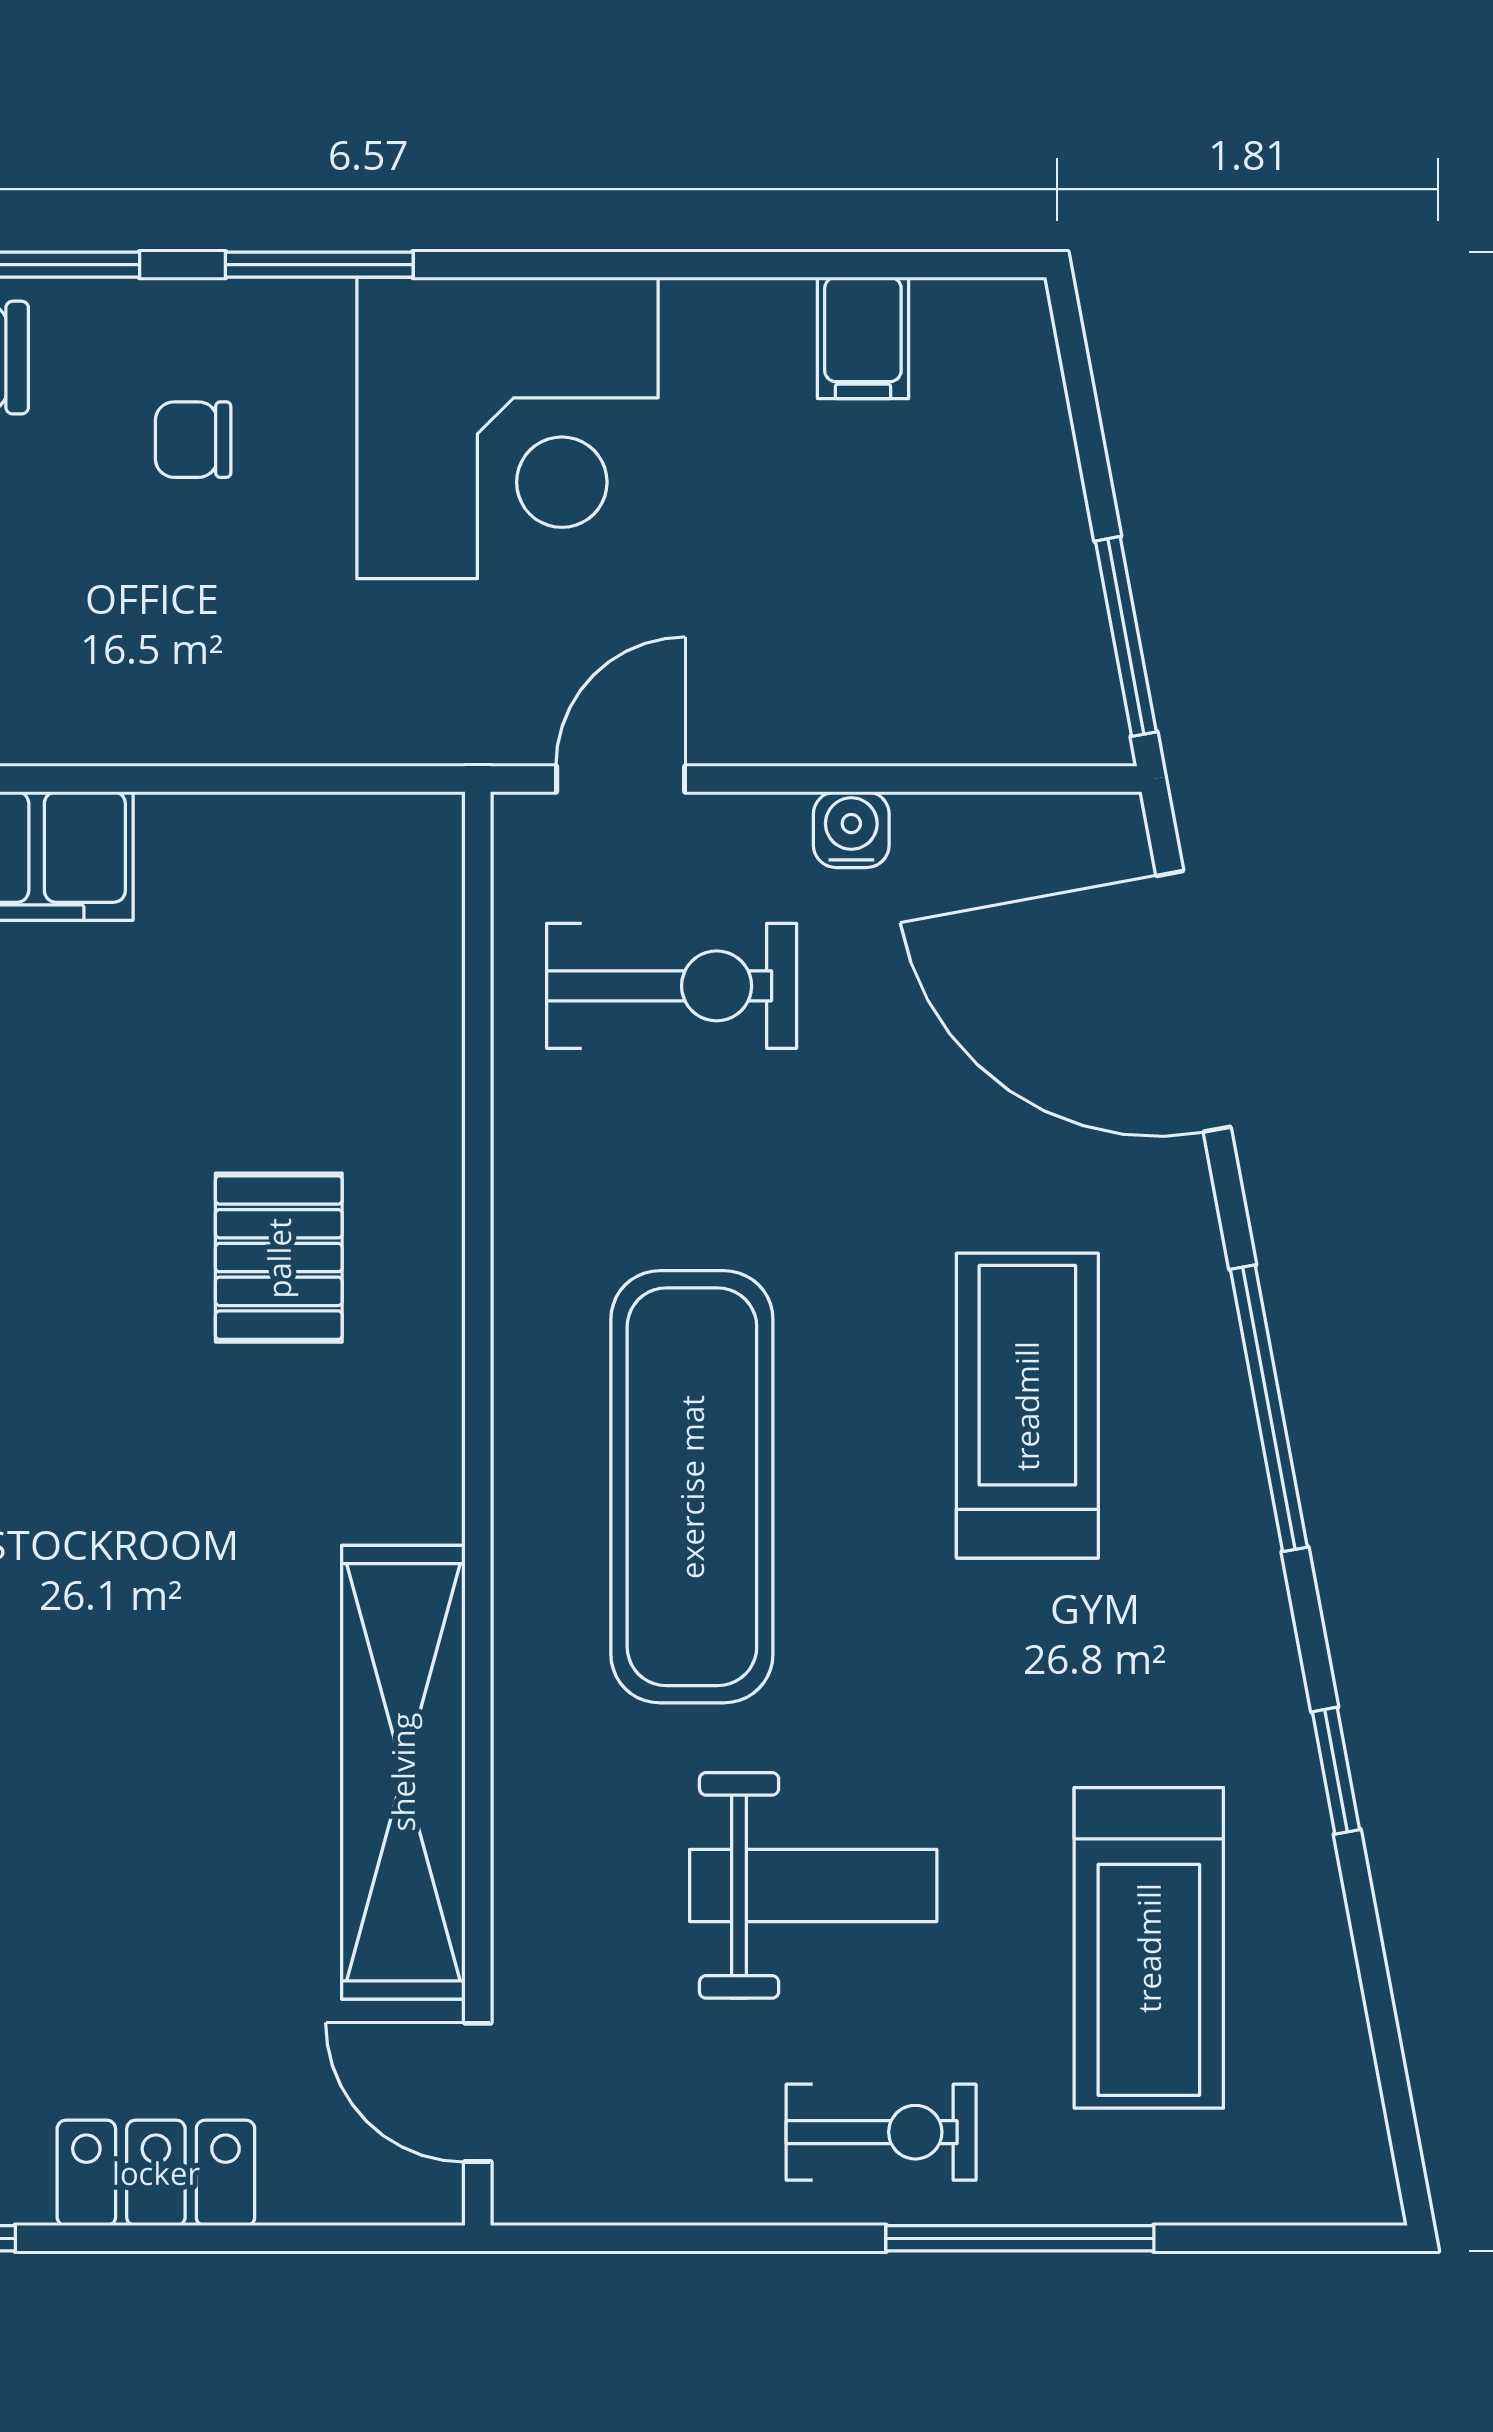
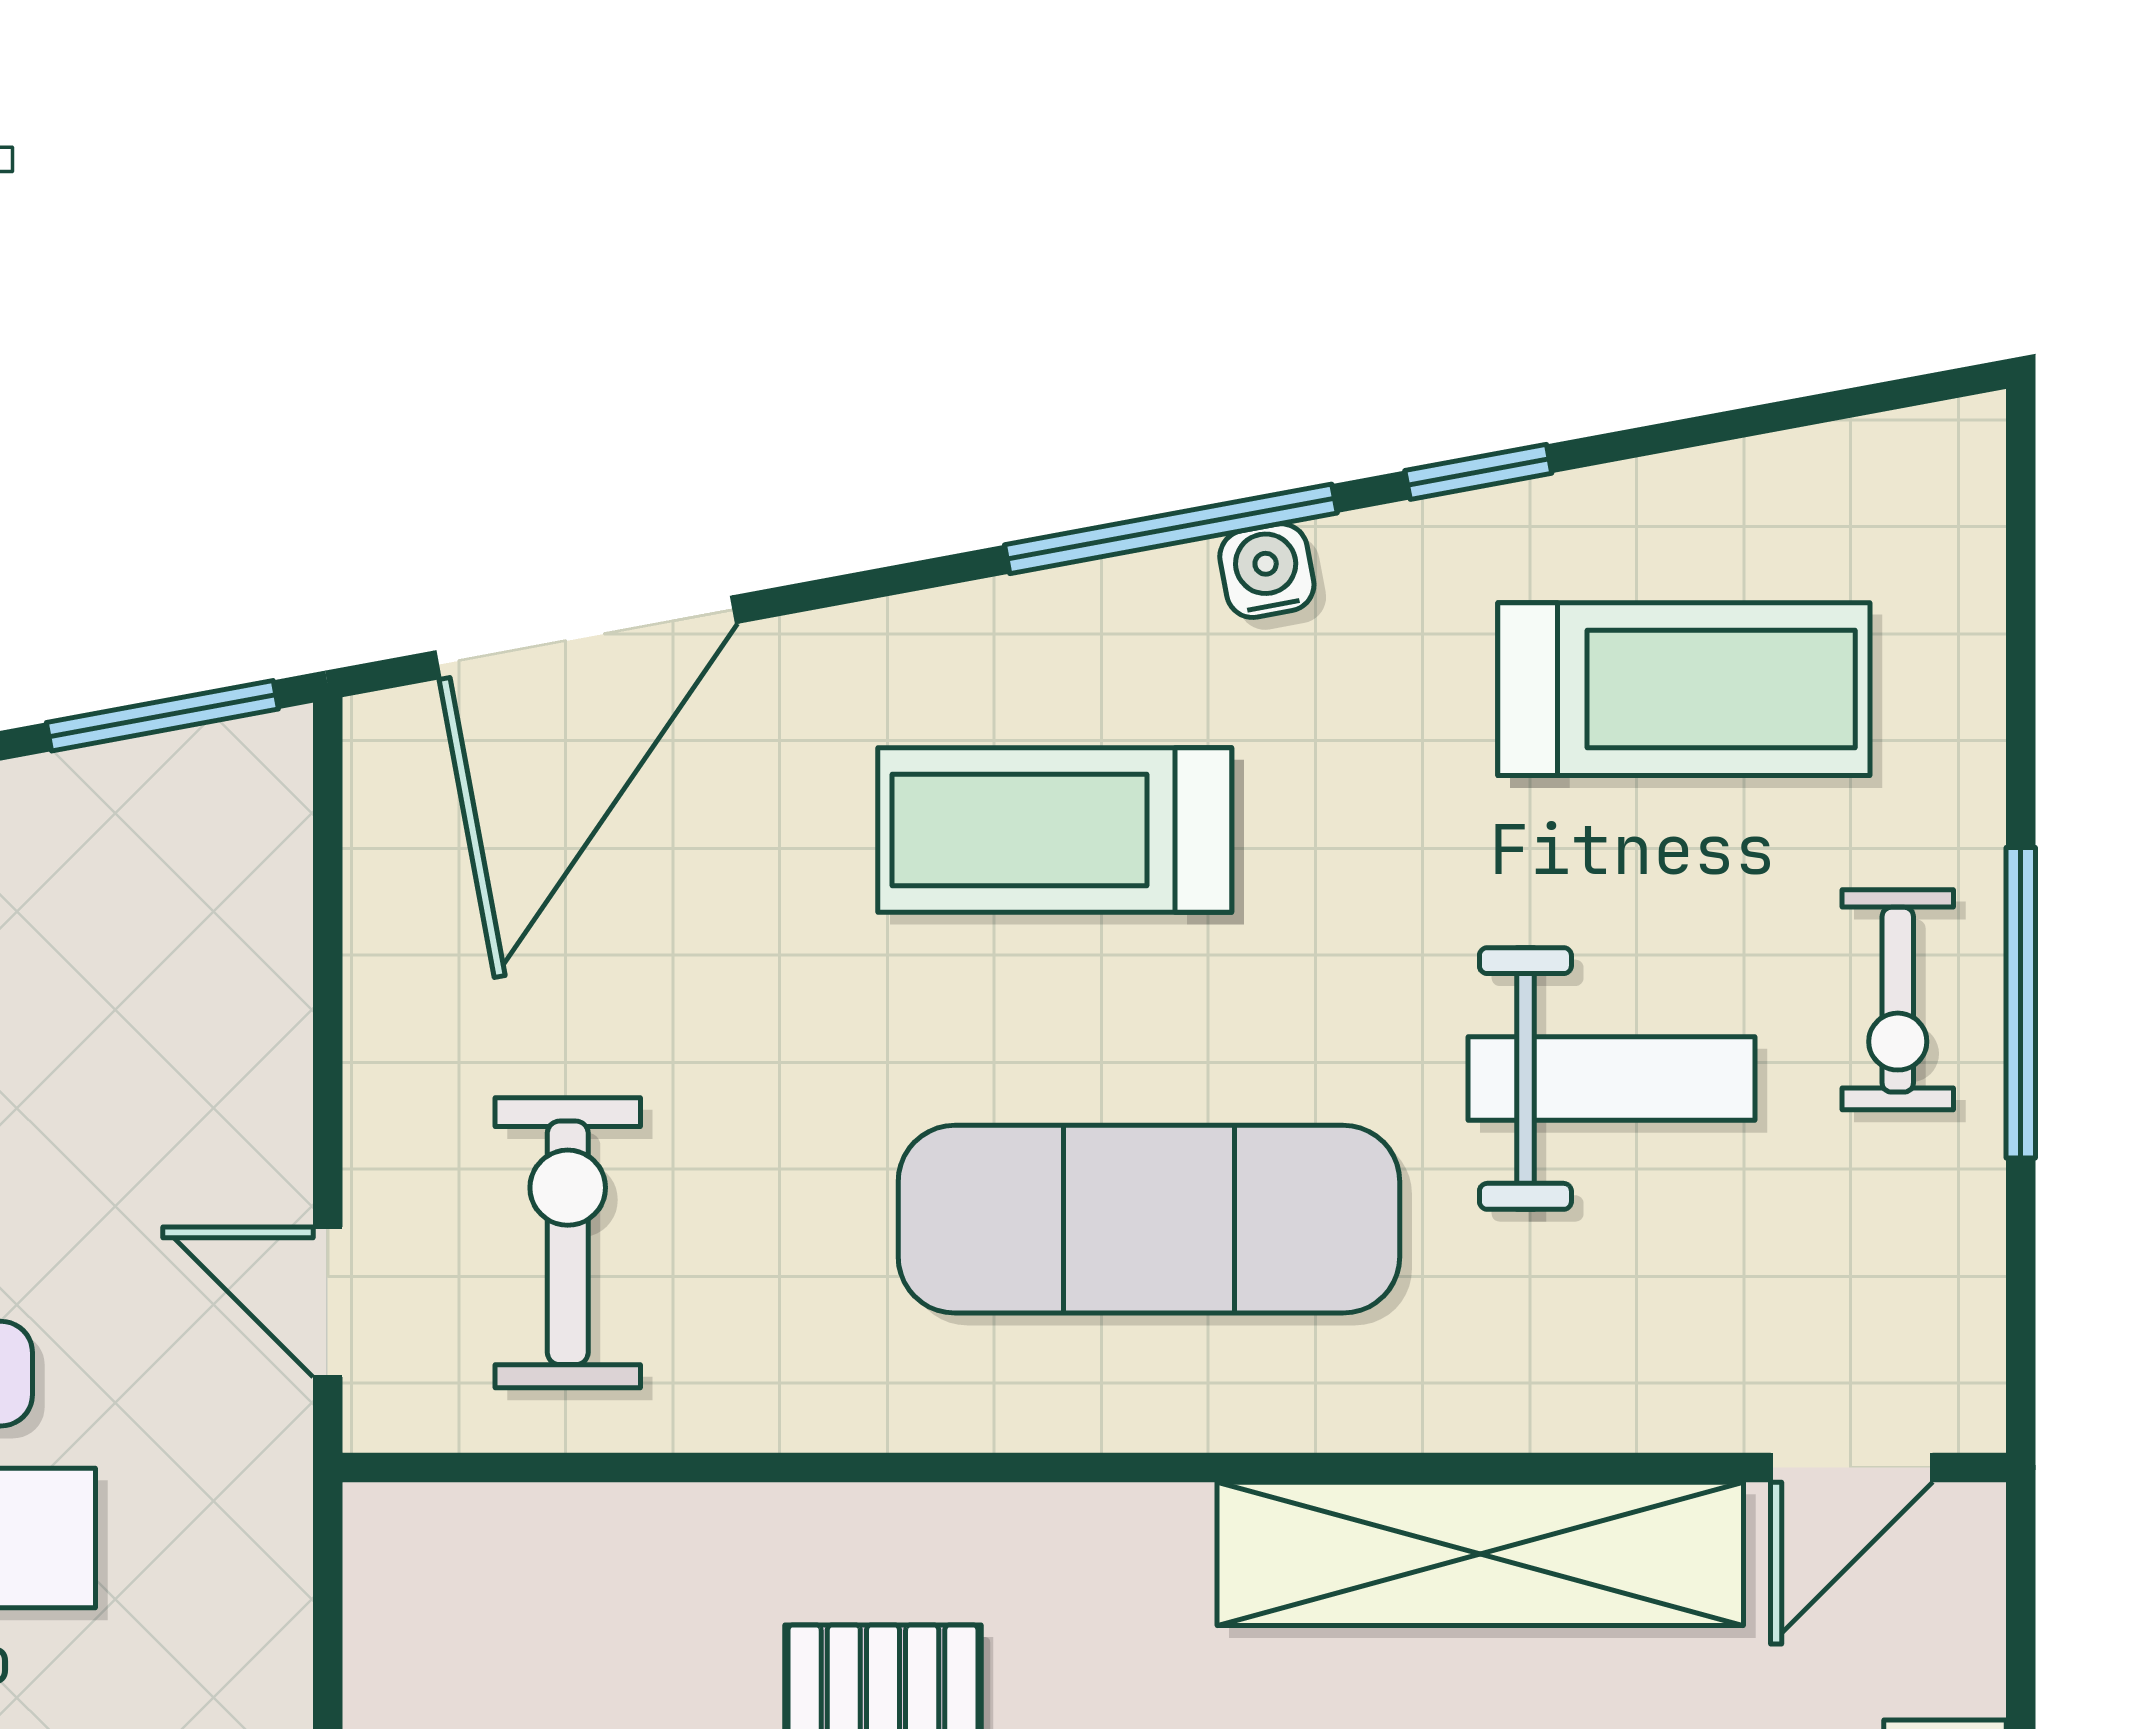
water cooler: (851, 830) -> (1267, 571), moved, turned 80
window: (1269, 1408) -> (1171, 529), moved
weight bench: (813, 1885) -> (1611, 1078), turned 90
exercise bike: (881, 2132) -> (1898, 1000), turned 180
window: (1020, 2238) -> (2021, 1003), moved

